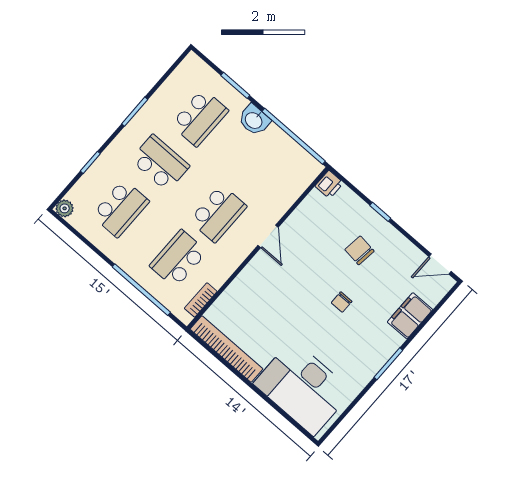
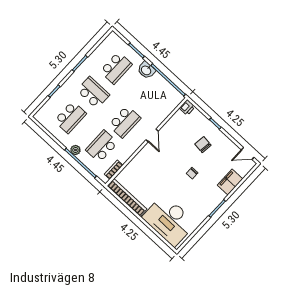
plant: (65, 208) -> (75, 150), moved

